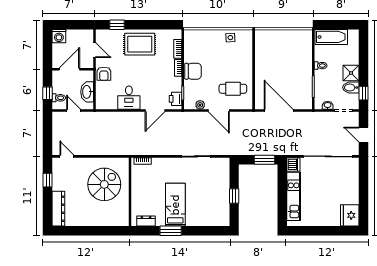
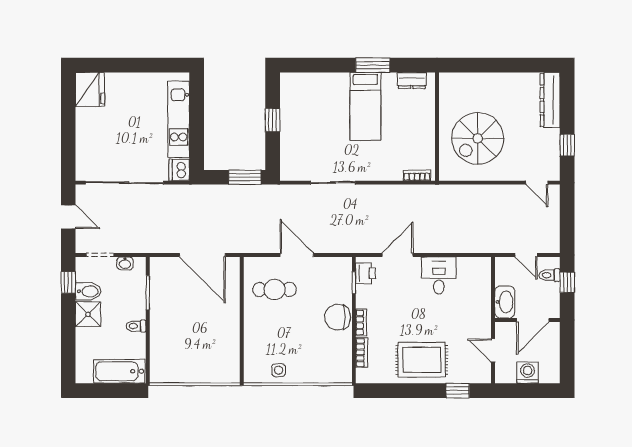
washing machine: (59, 36) -> (528, 373), moved
armchair: (104, 74) -> (478, 313), removed
washbasin: (87, 92) -> (505, 302), moved
plant: (200, 105) -> (326, 264), removed
window: (264, 160) -> (245, 177), moved

